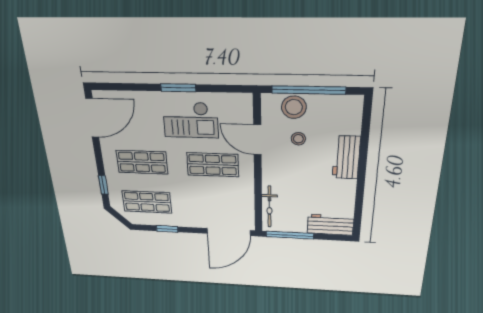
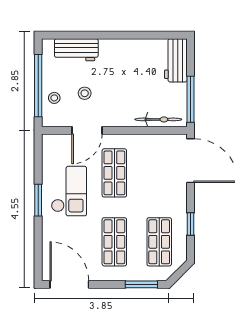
stool: (294, 107) -> (54, 98), width x0.53, depth x0.53
workbench: (346, 158) -> (76, 50), moved
window: (103, 185) -> (141, 284), width x1.50

